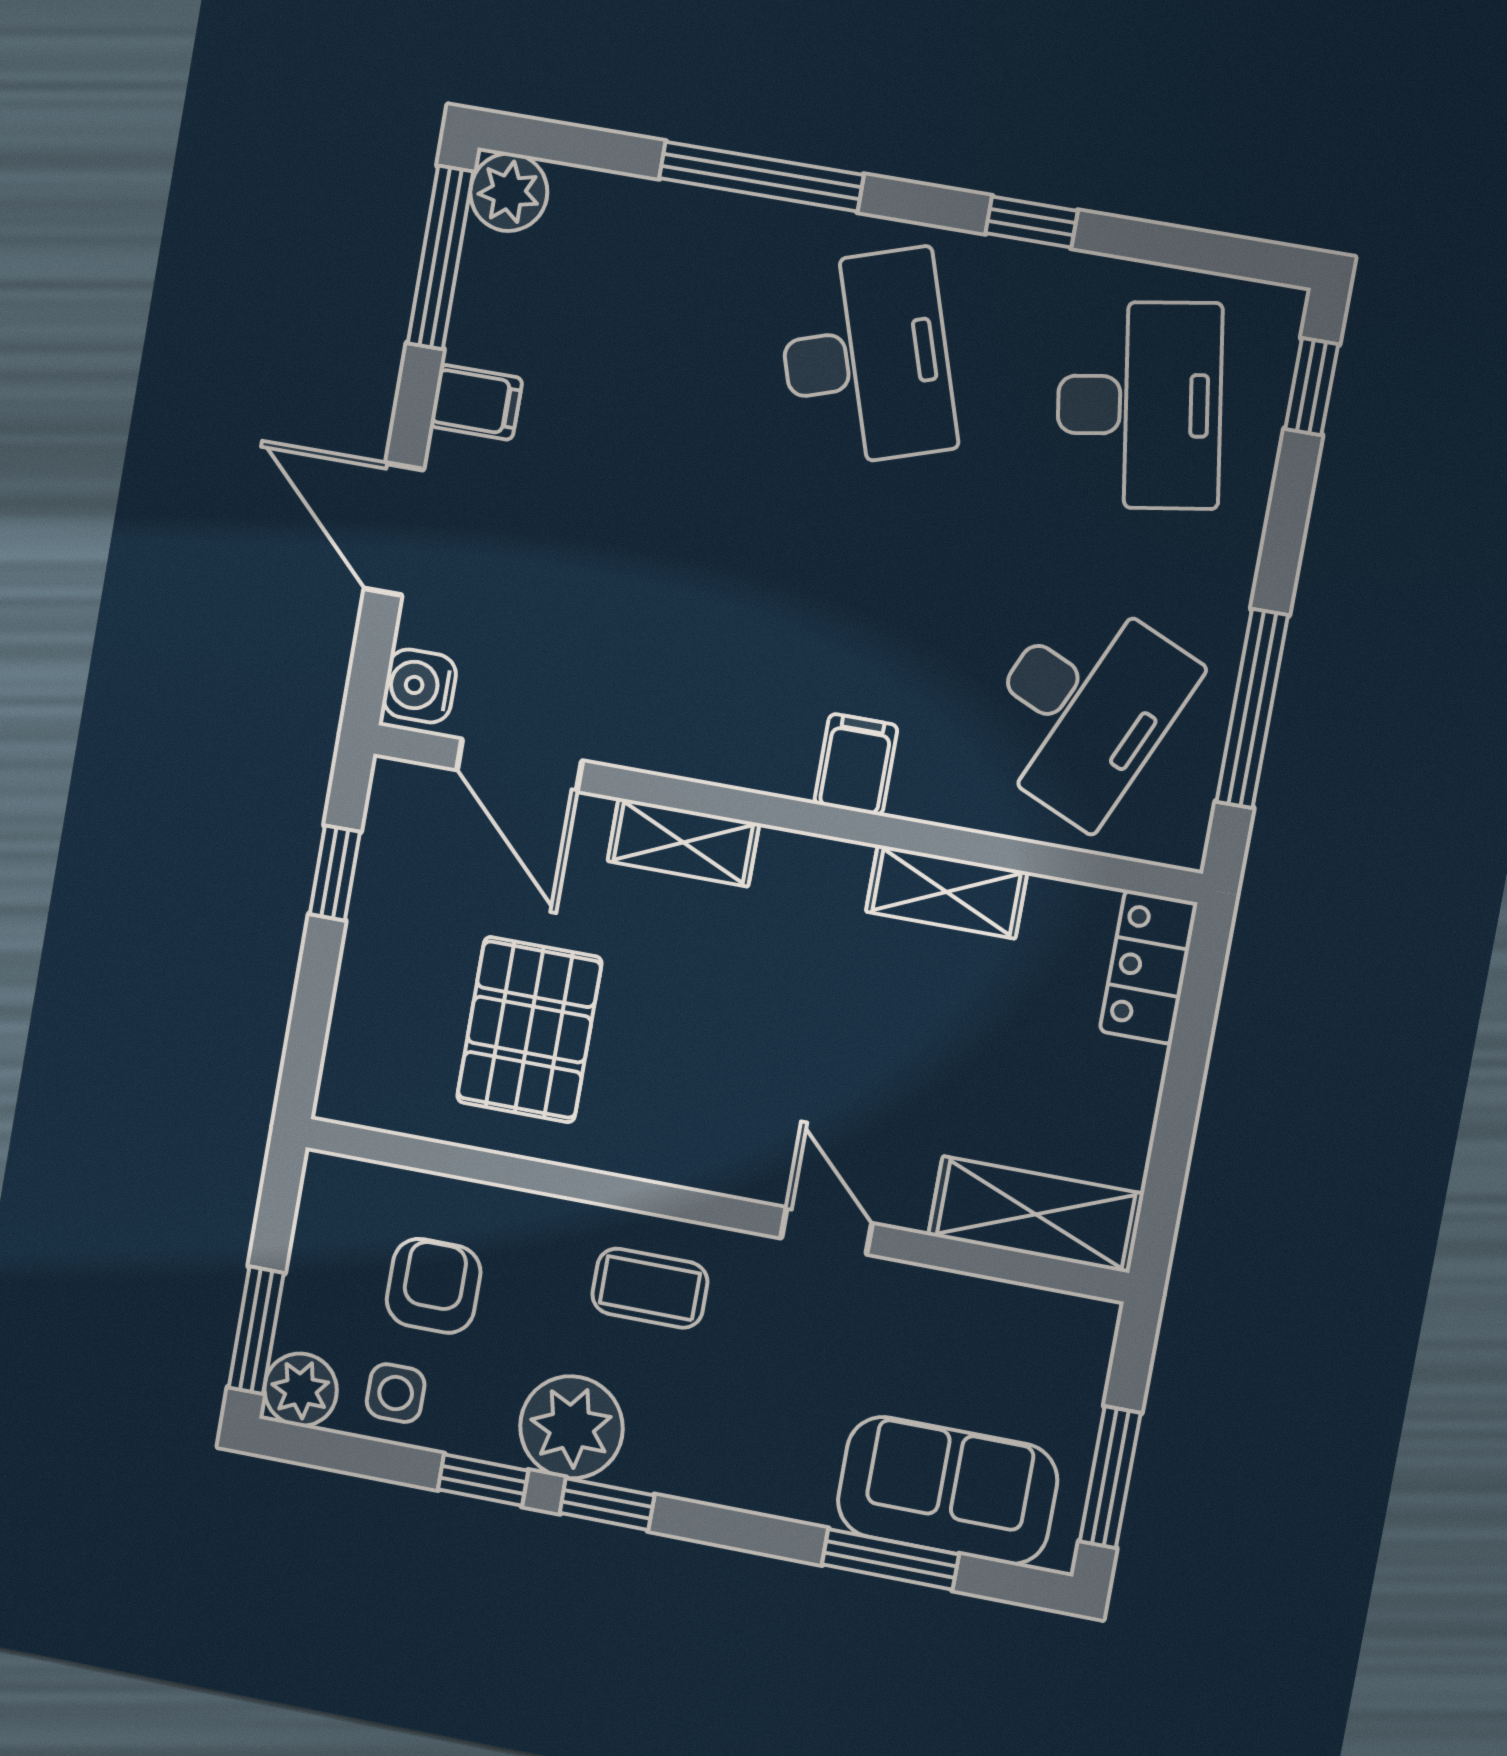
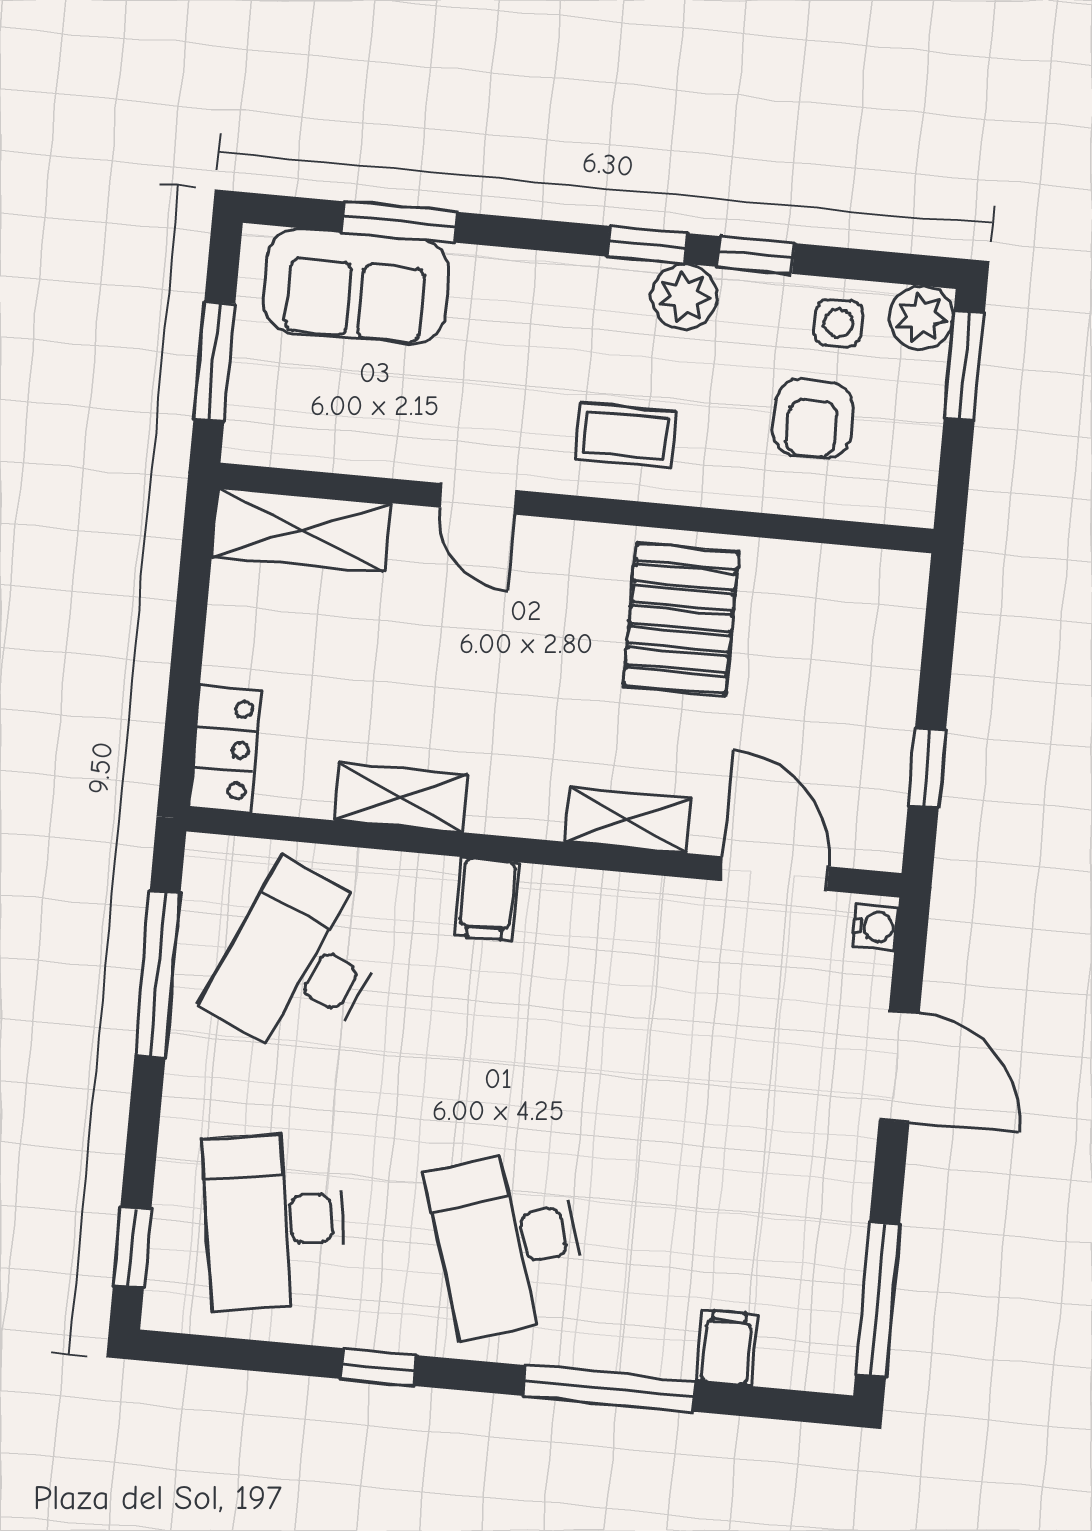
plant: (509, 192) -> (823, 1360), removed
filing cabinet: (476, 402) -> (727, 1348), moved, turned 90
water cooler: (420, 686) -> (875, 927), width x0.72, depth x0.72
pallet: (529, 1030) -> (681, 619), moved
plant: (571, 1427) -> (684, 297), width x0.73, depth x0.73
window: (1110, 1477) -> (214, 361), moved

